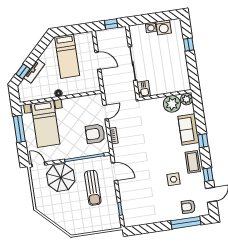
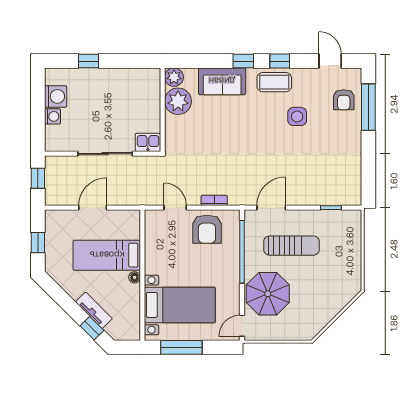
window: (71, 30) -> (38, 243), added
bed: (67, 56) -> (107, 255), moved, turned 180
window: (208, 175) -> (280, 61), moved

